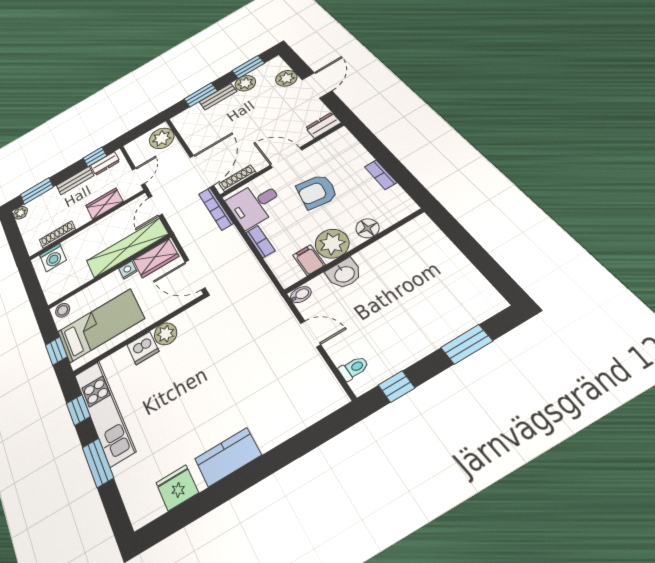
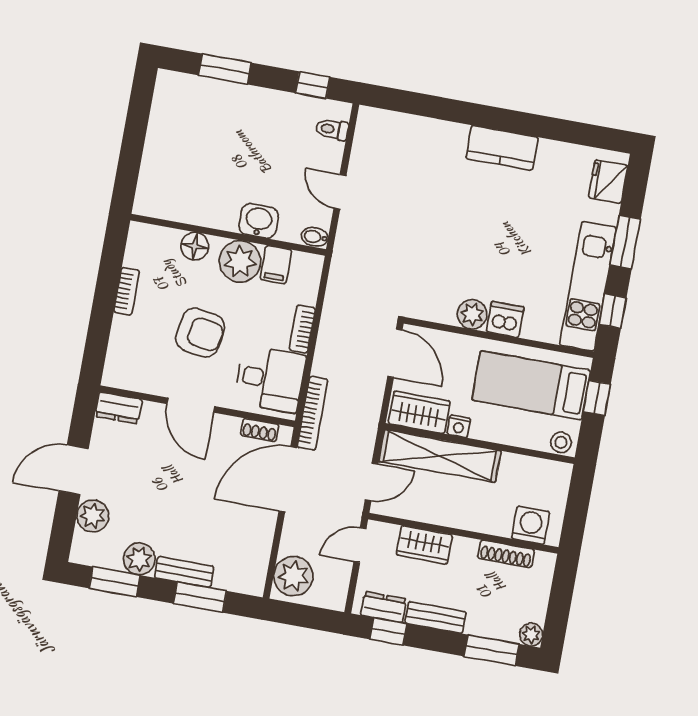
shoe rack: (237, 178) -> (260, 430), width x0.70
fridge: (177, 488) -> (608, 182), moved, turned 90

